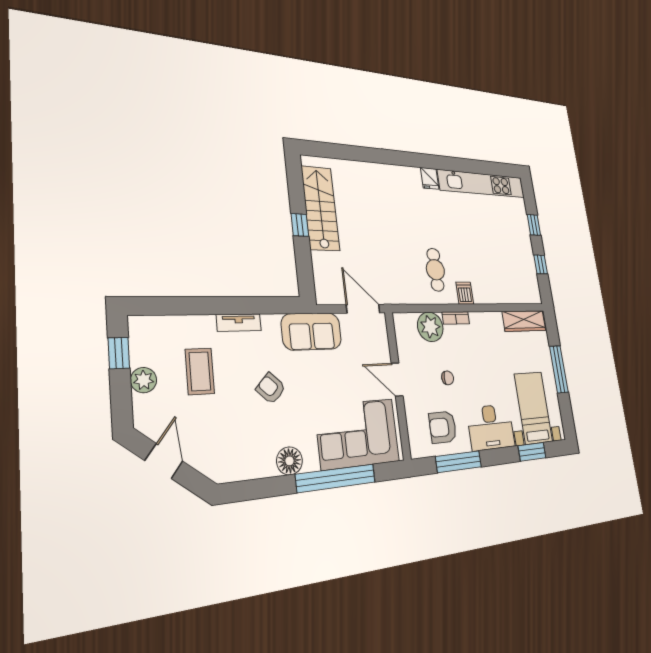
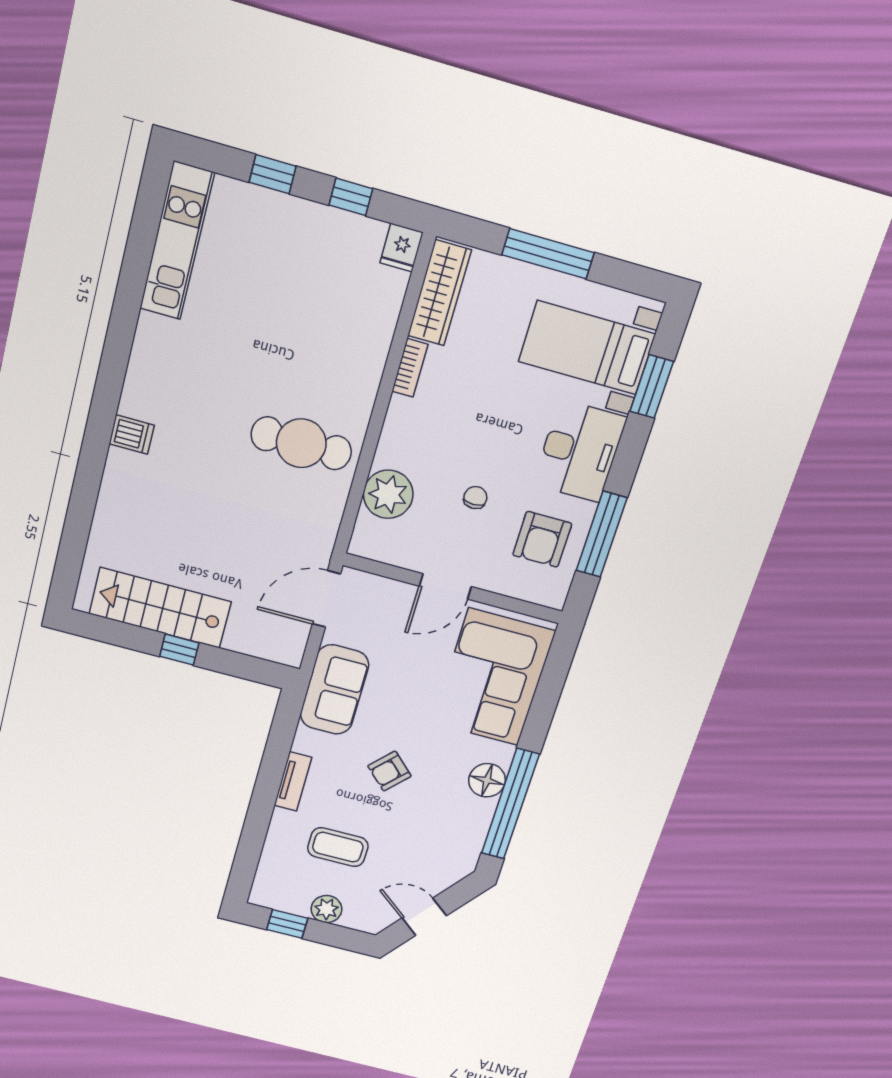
fridge: (430, 178) -> (401, 248), moved, turned 90
kitchen unit: (482, 184) -> (177, 241), width x0.73
cafe table: (435, 270) -> (301, 443), width x1.37, depth x1.35
dishwasher: (465, 293) -> (132, 434), moved, turned 180
bookcase: (456, 318) -> (410, 368), moved
window: (336, 478) -> (510, 804), moved

